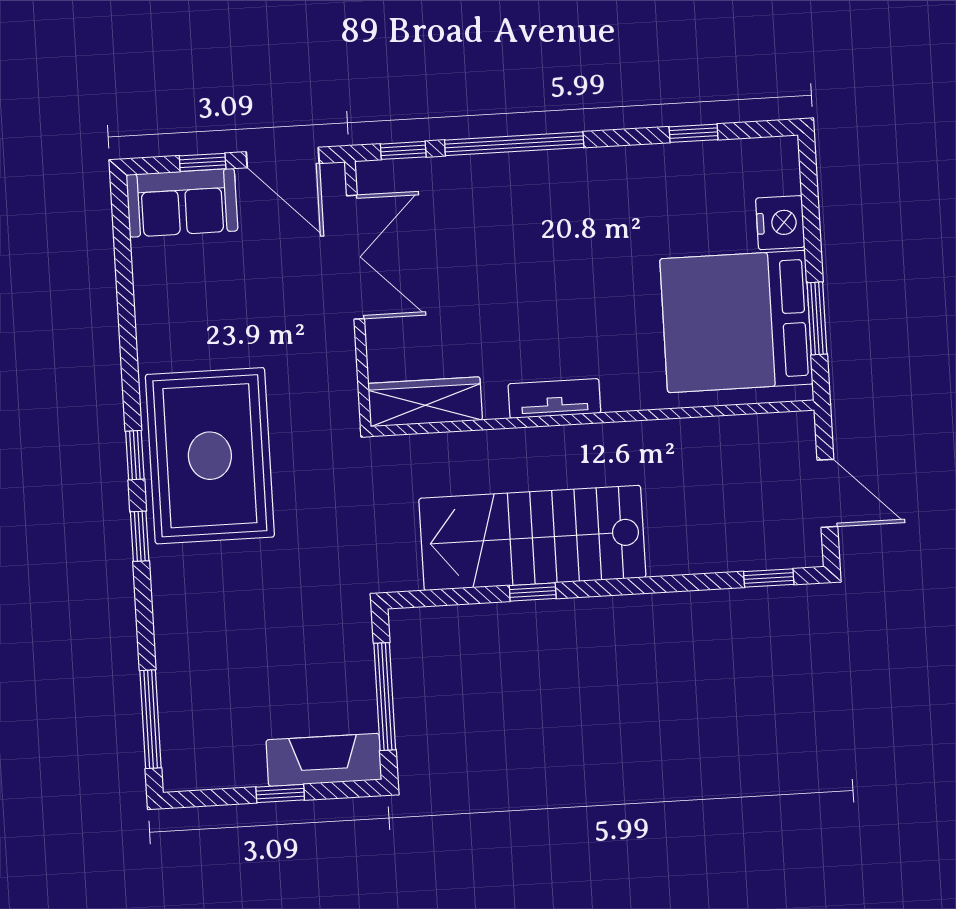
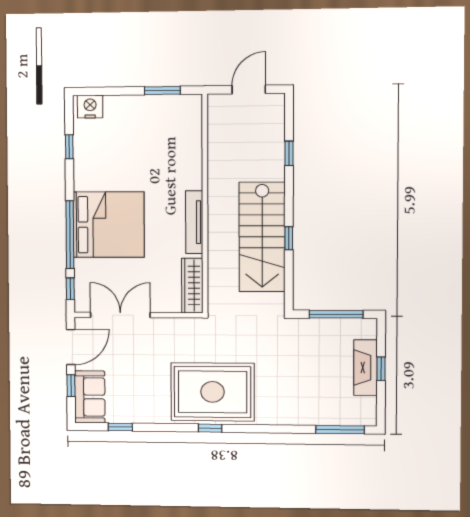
nightstand: (780, 223) -> (90, 107), moved
bed: (736, 321) -> (109, 225), moved, turned -90
tv unit: (554, 398) -> (194, 222), width x1.41
window: (140, 536) -> (120, 427), moved
window: (769, 578) -> (289, 153), moved
fireplace: (324, 760) -> (365, 368), moved

